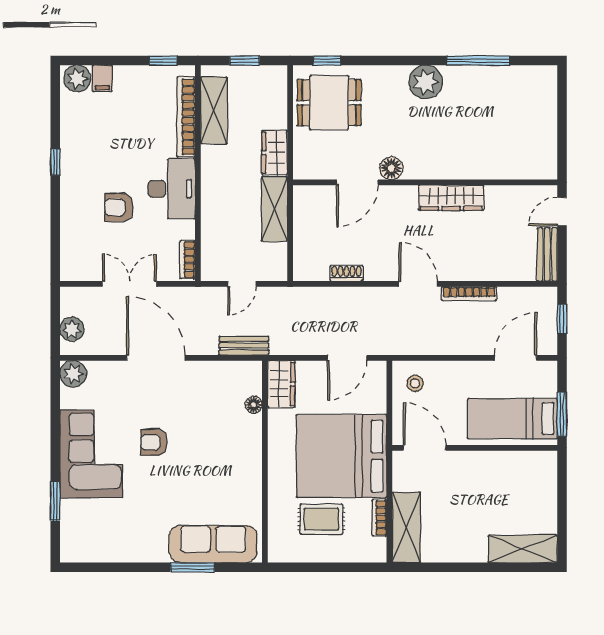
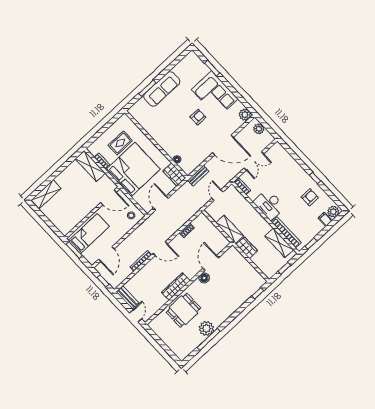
plant: (426, 82) -> (206, 328), moved
dining table: (329, 103) -> (183, 310), moved
armchair: (119, 207) -> (310, 197), moved
sofa: (213, 544) -> (162, 89), moved

